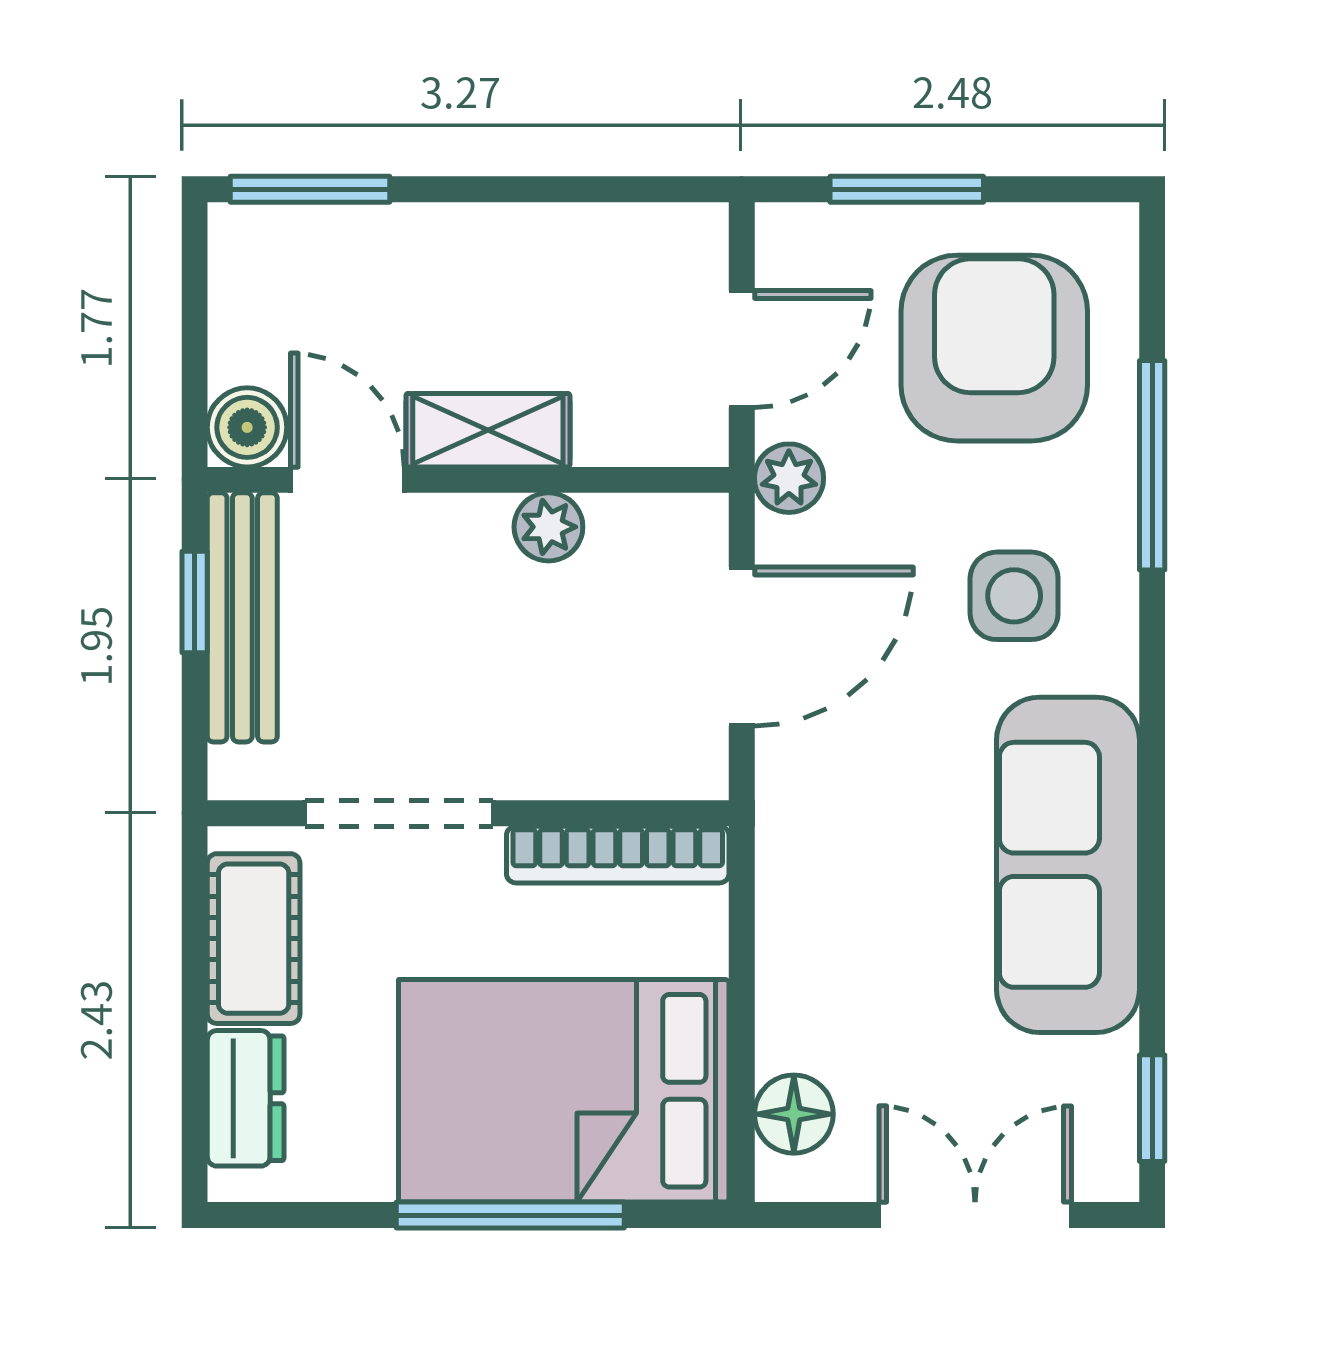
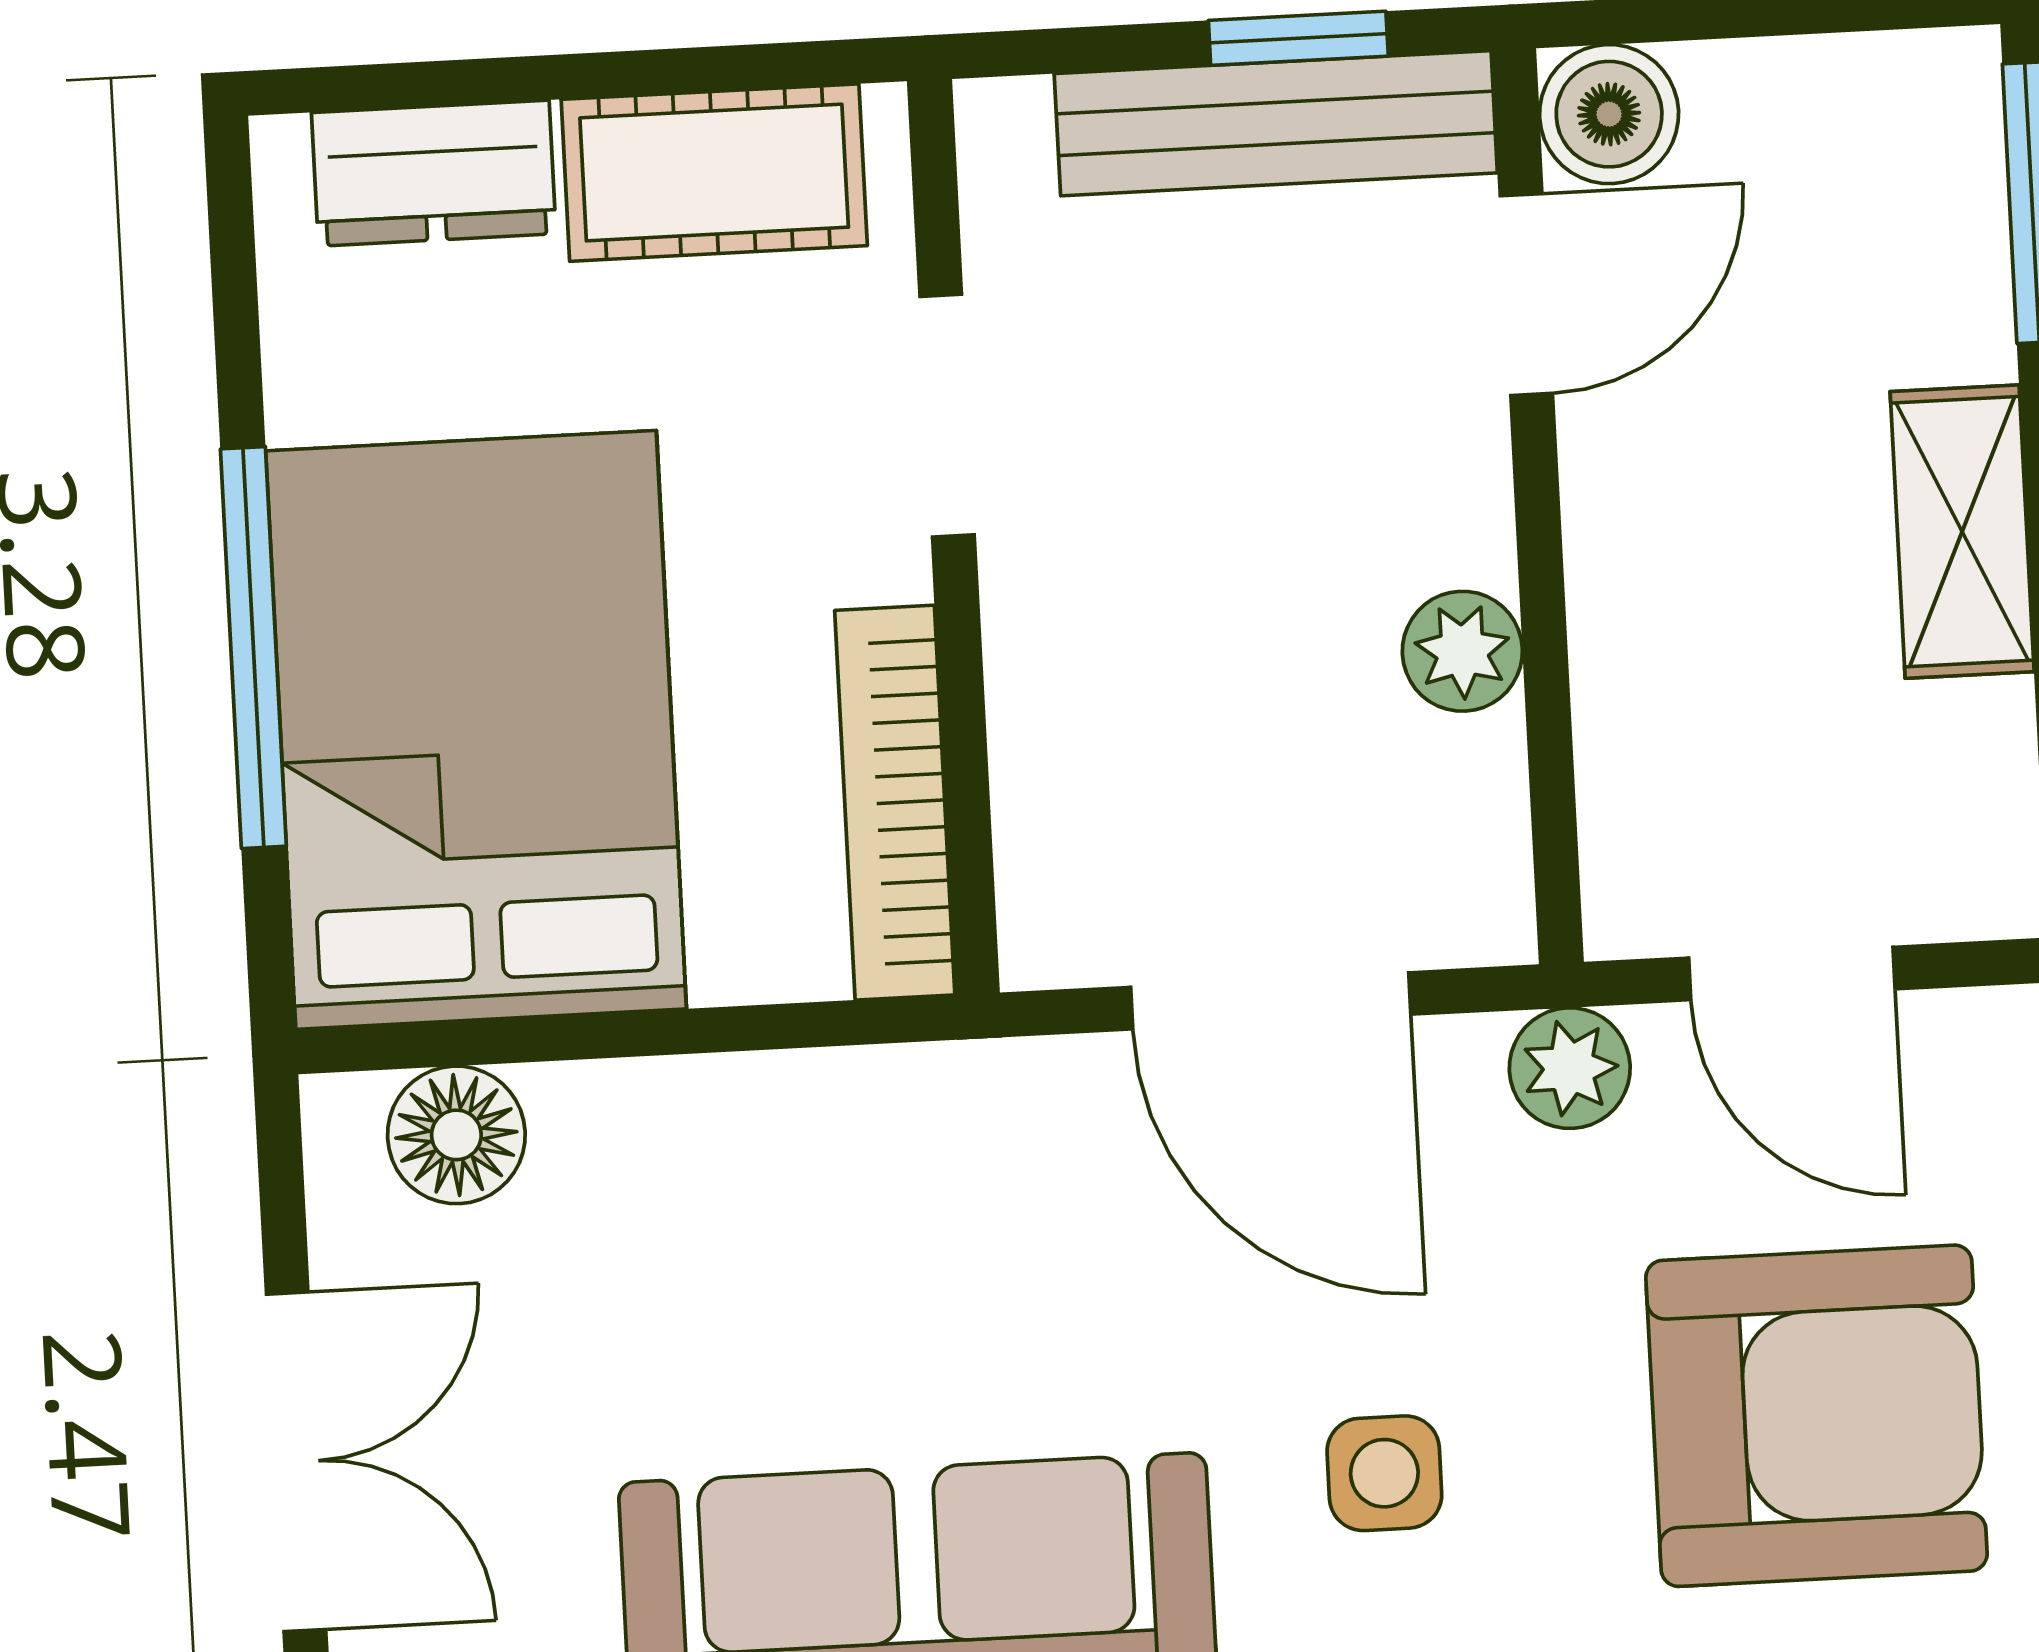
shelving: (488, 430) -> (1962, 532), moved
side table: (1014, 596) -> (1384, 1473), width x0.73, depth x0.73
doorway: (399, 813) -> (947, 416), width x0.73

